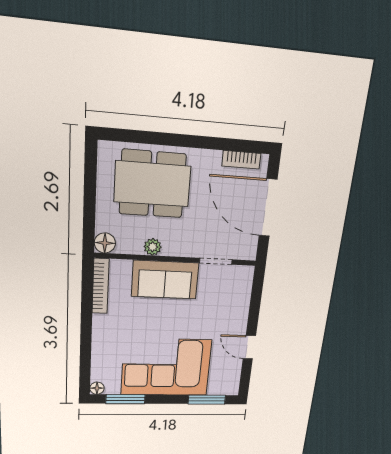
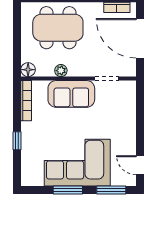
window: (86, 338) -> (17, 141), added
door: (249, 347) -> (140, 165), moved
floor lamp: (97, 388) -> (26, 181), removed
window: (125, 399) -> (68, 190), moved

